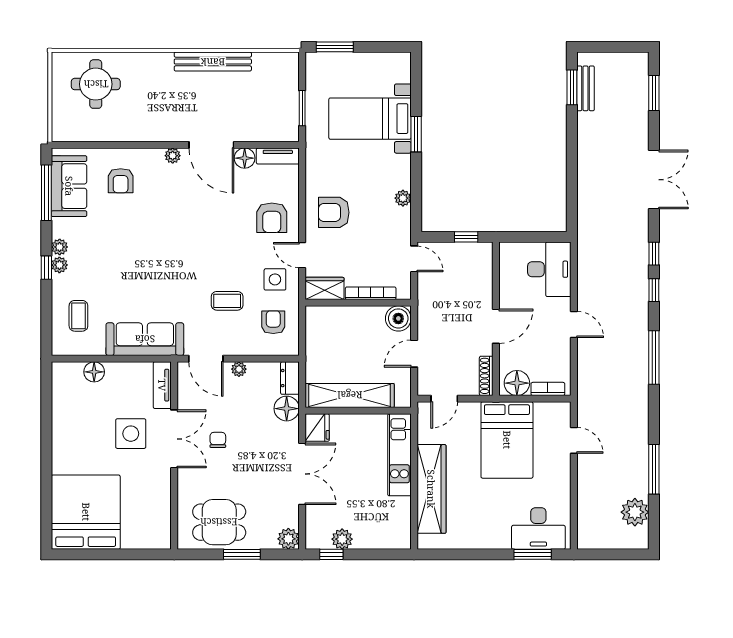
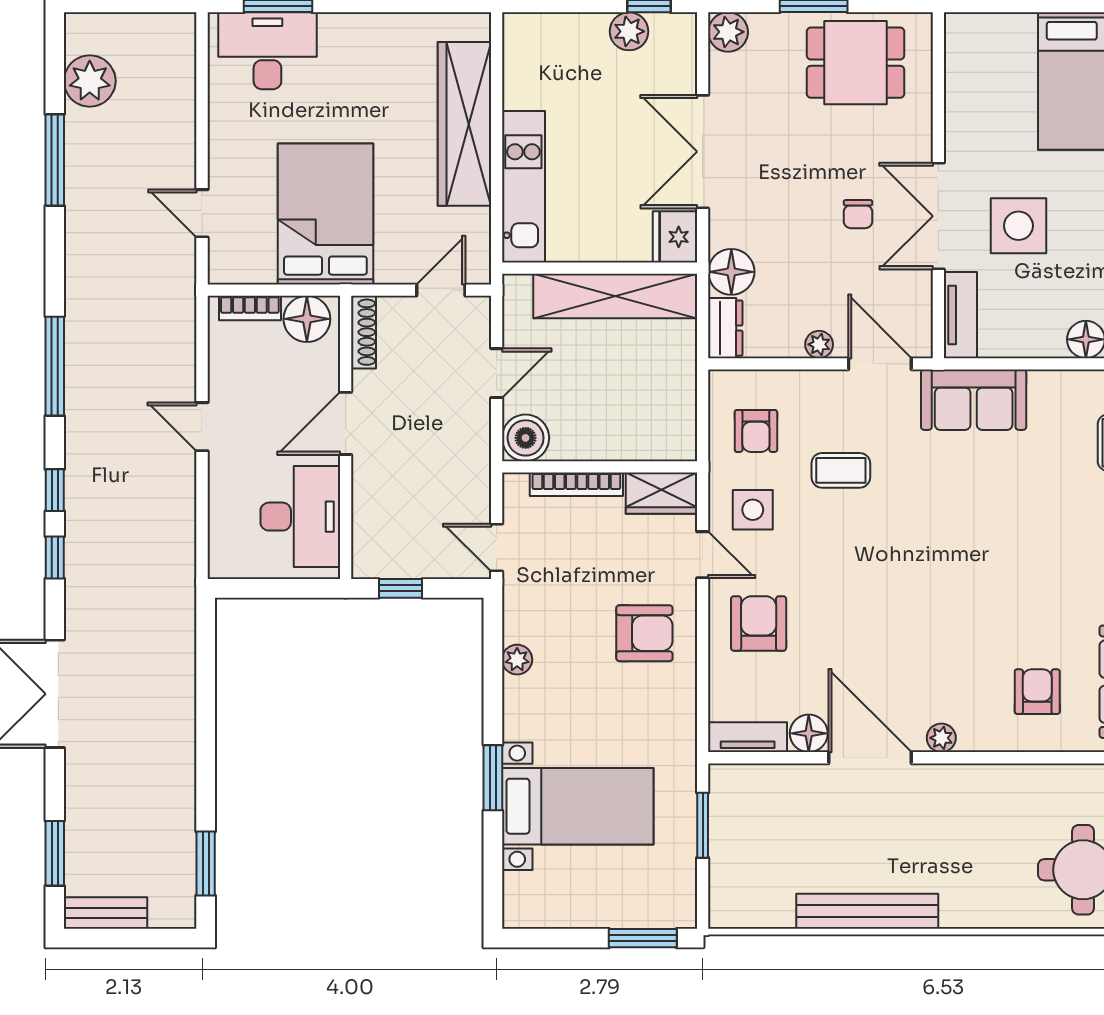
bench: (585, 88) -> (105, 913), moved, turned 90
desk: (549, 269) -> (300, 517), moved, turned 180
sofa: (145, 339) -> (974, 400), width x0.73

